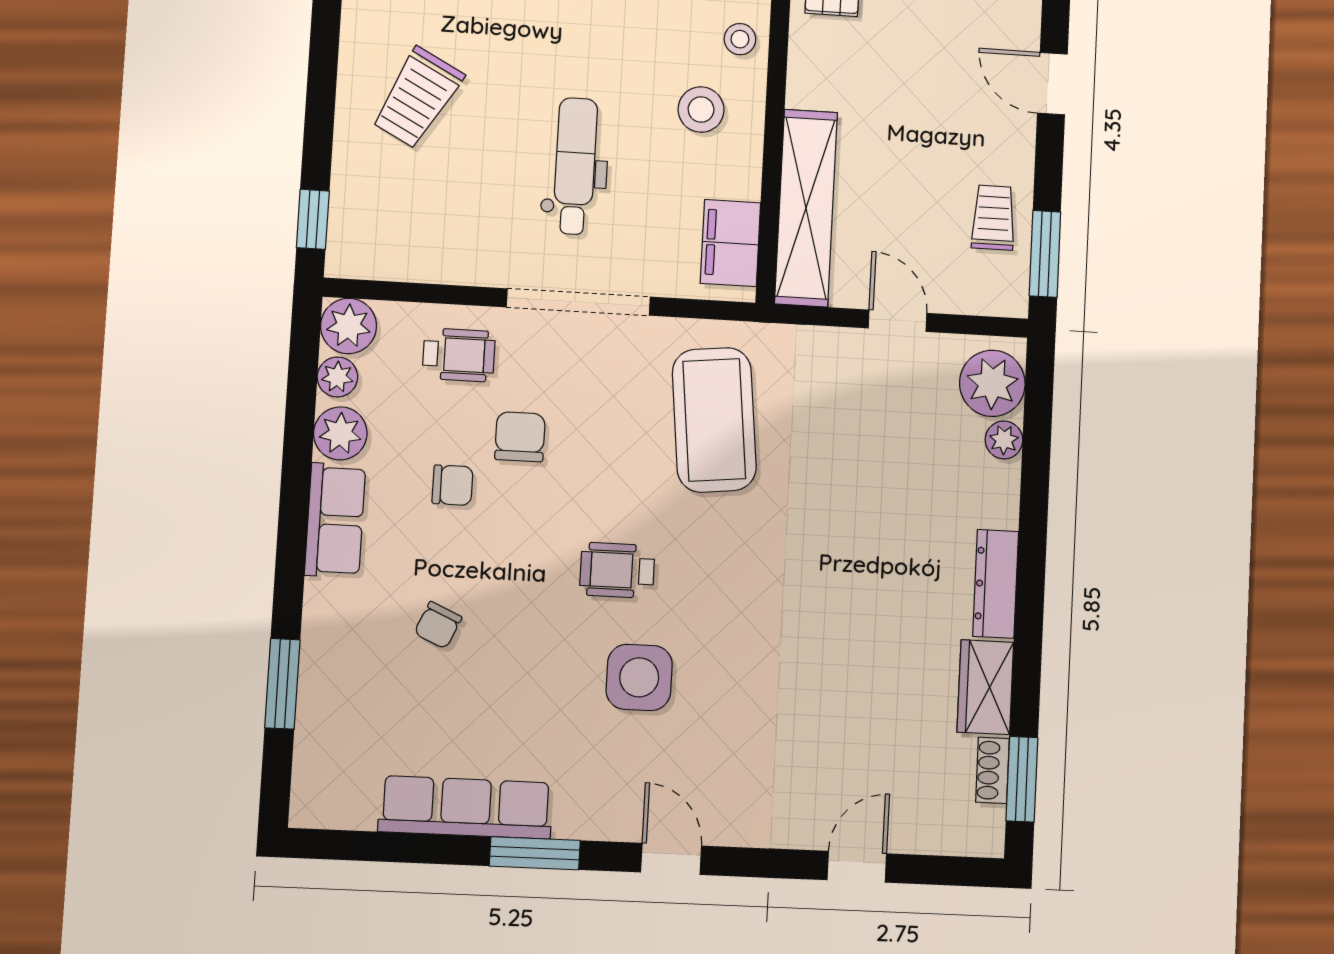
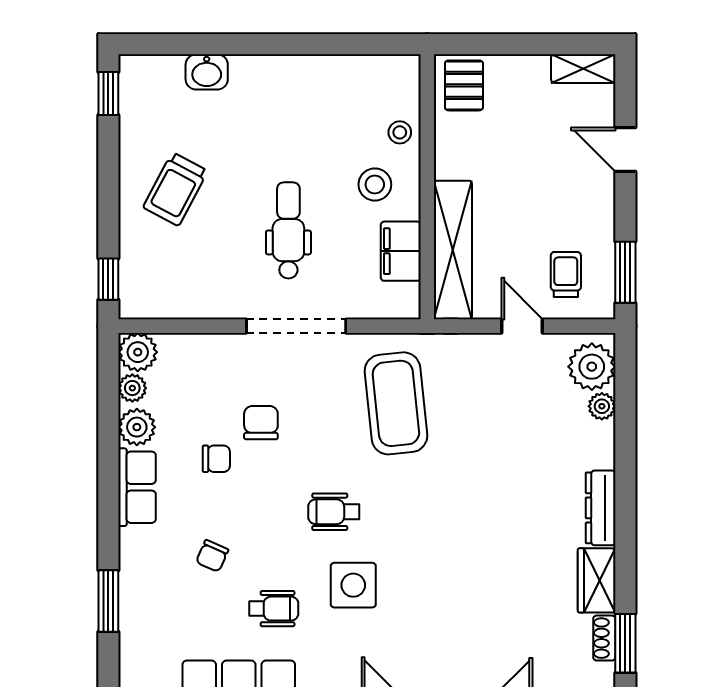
trolley: (993, 218) -> (566, 274), moved
filing cabinet: (730, 243) -> (401, 251), moved
wheelchair: (459, 355) -> (274, 609), moved

